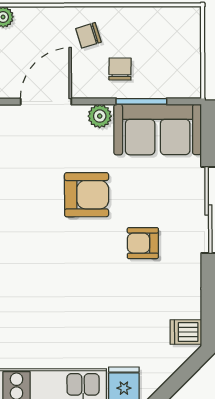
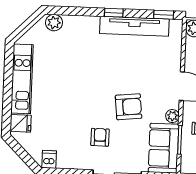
armchair: (87, 195) -> (129, 107), turned -96

